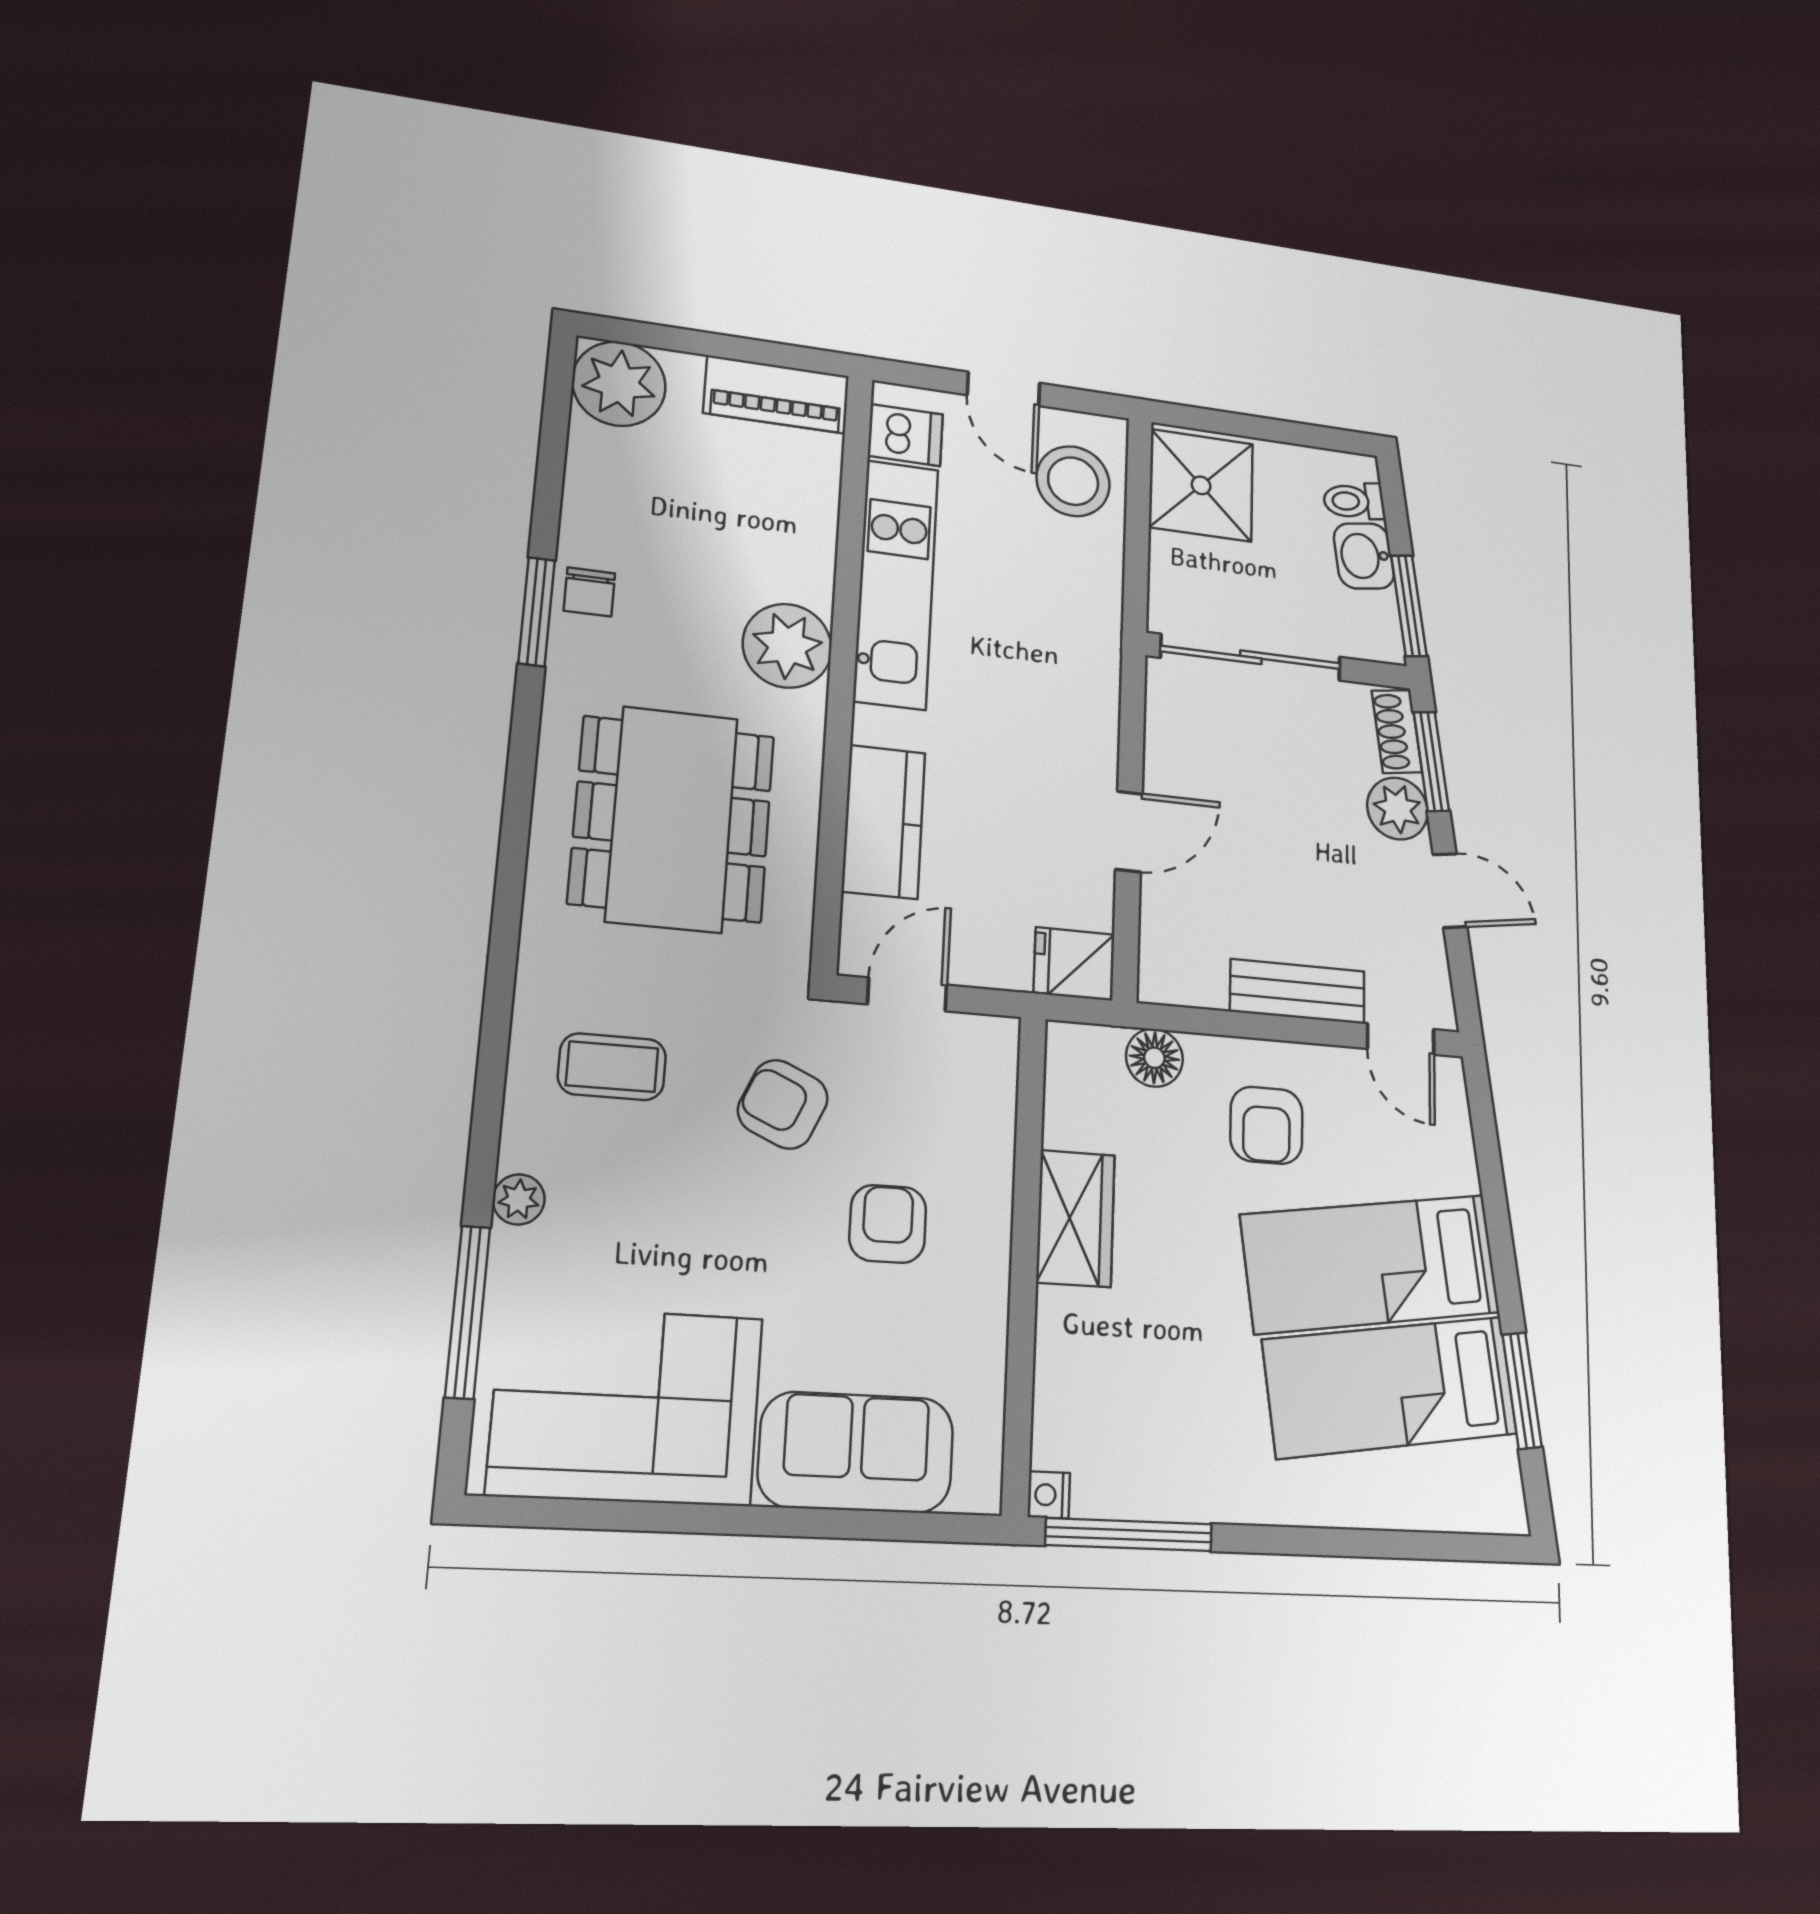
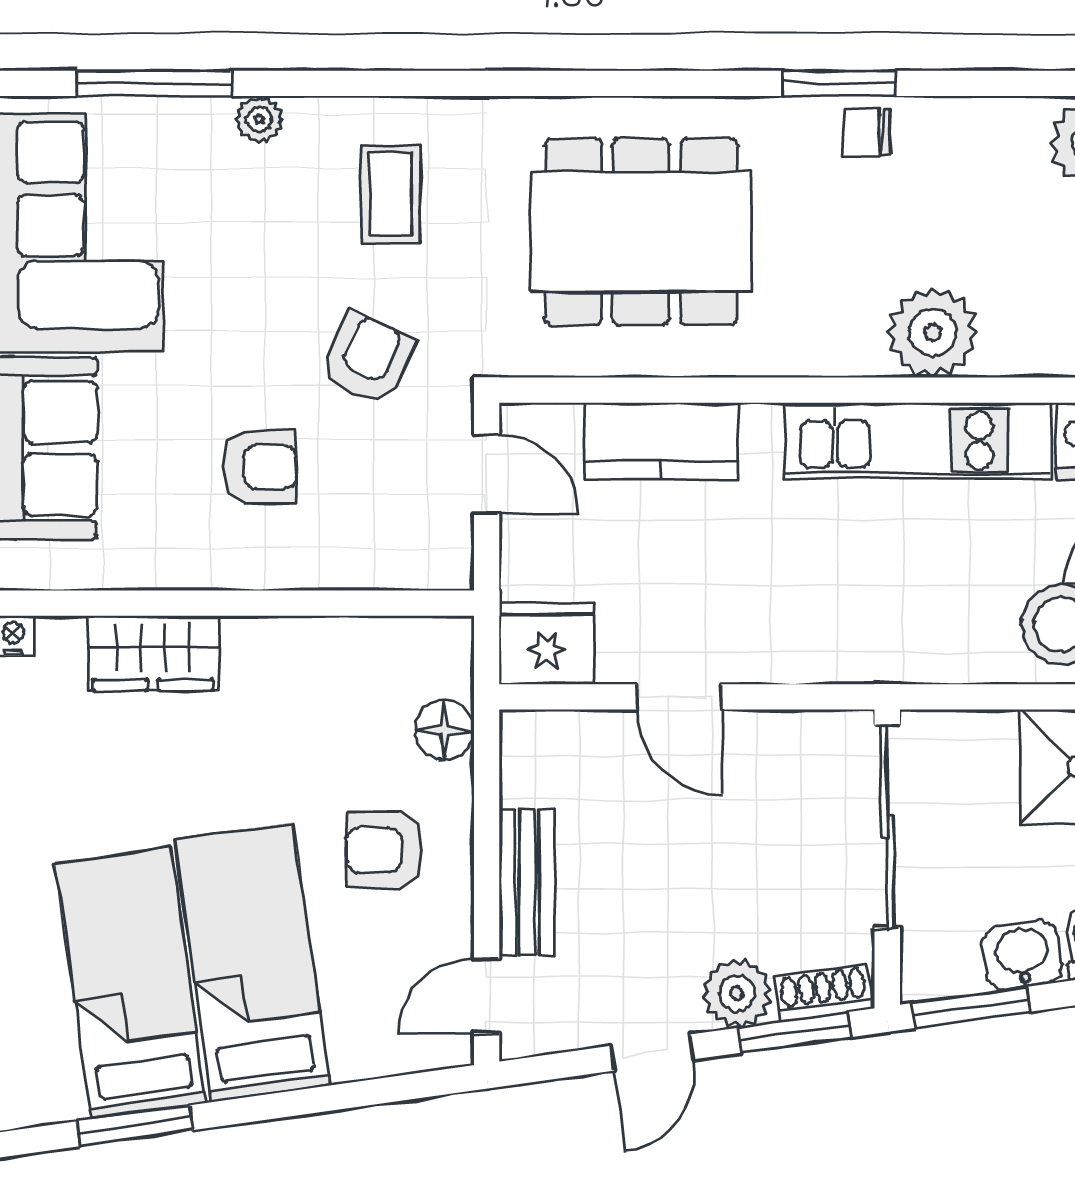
plant: (787, 646) -> (933, 333), moved
fridge: (1074, 964) -> (547, 643), width x1.38
wardrobe: (1076, 1218) -> (153, 653), moved

